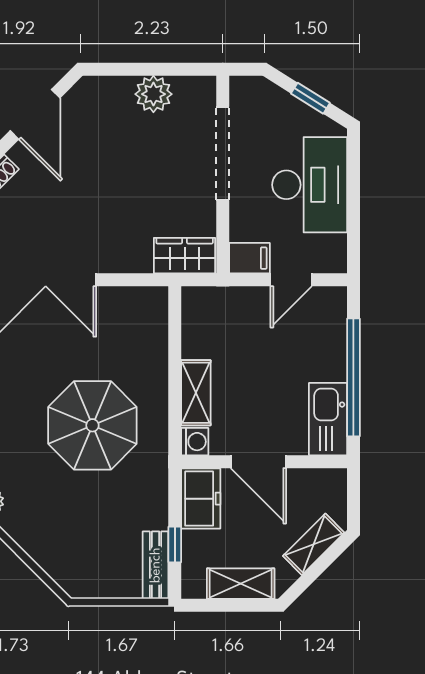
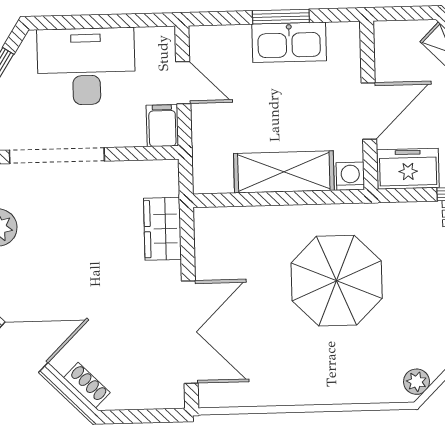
wardrobe: (185, 256) -> (162, 229), moved
window: (353, 377) -> (281, 17), width x0.47
shelving: (196, 393) -> (284, 172), width x1.50, depth x1.33
kitchen sink: (328, 419) -> (289, 42), moved

